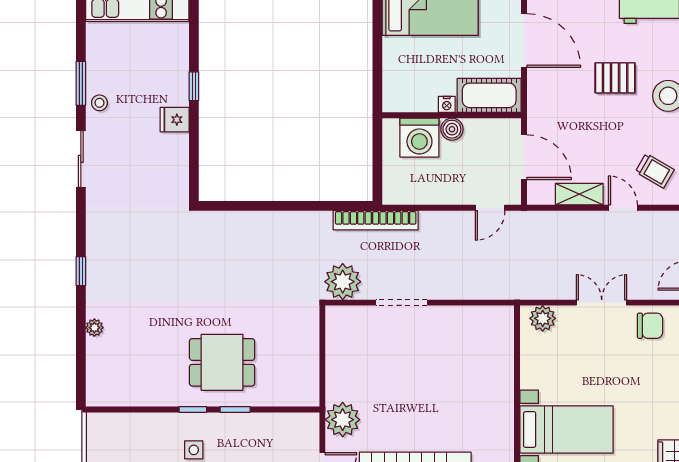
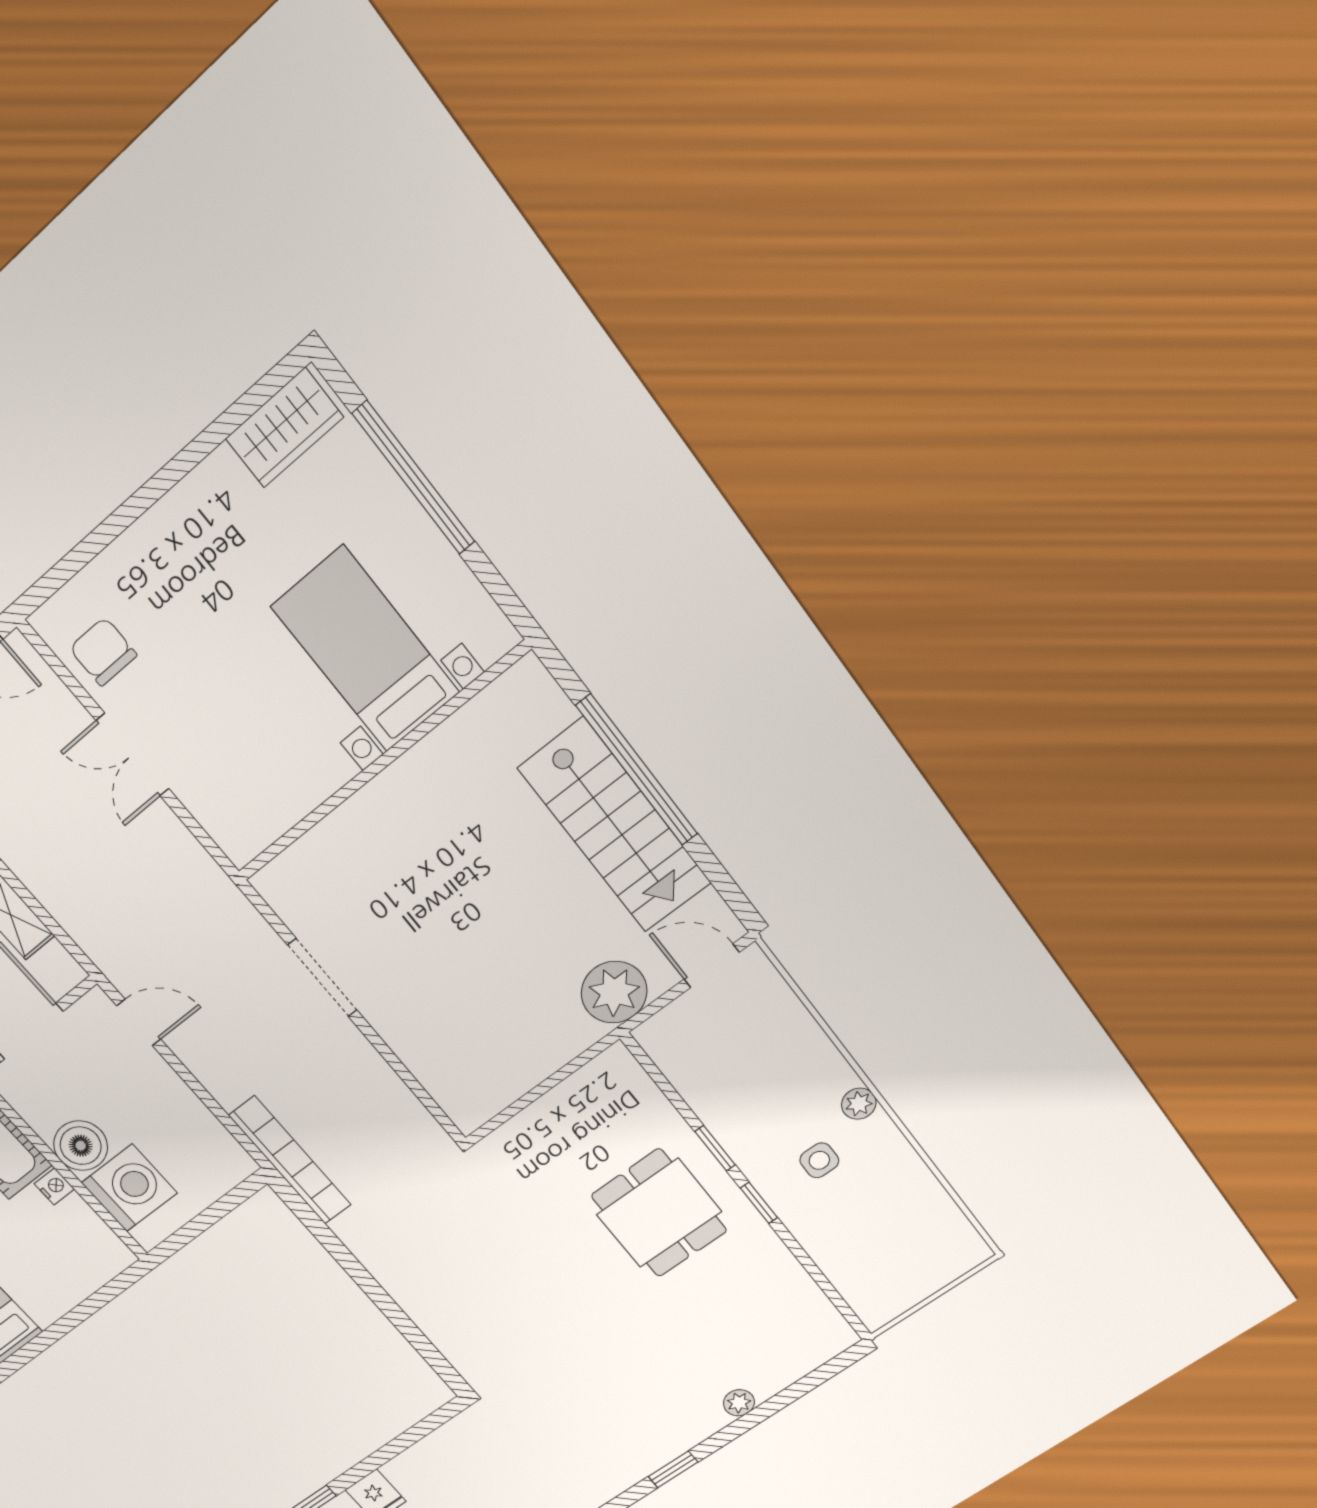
boiler: (452, 129) -> (81, 1146), width x1.36, depth x1.36
plant: (343, 282) -> (412, 1140), removed
doorway: (401, 303) -> (322, 978), moved
plant: (543, 318) -> (229, 823), removed

